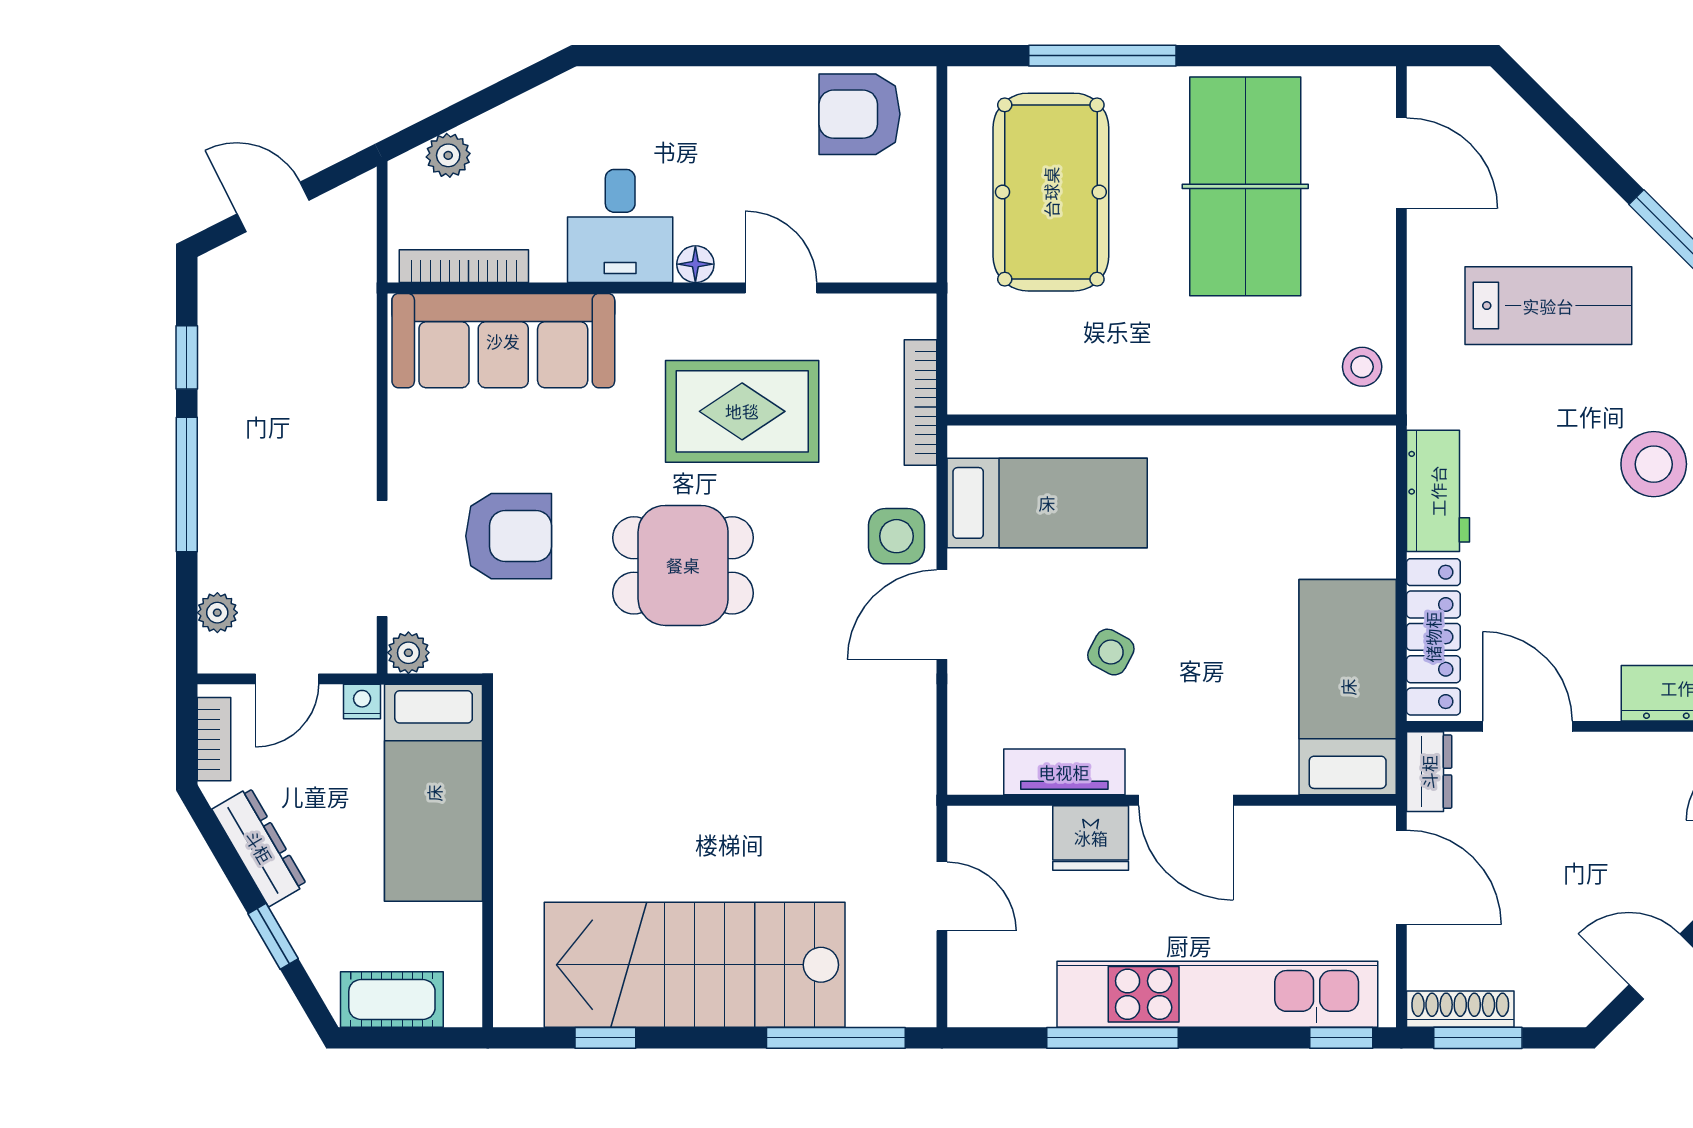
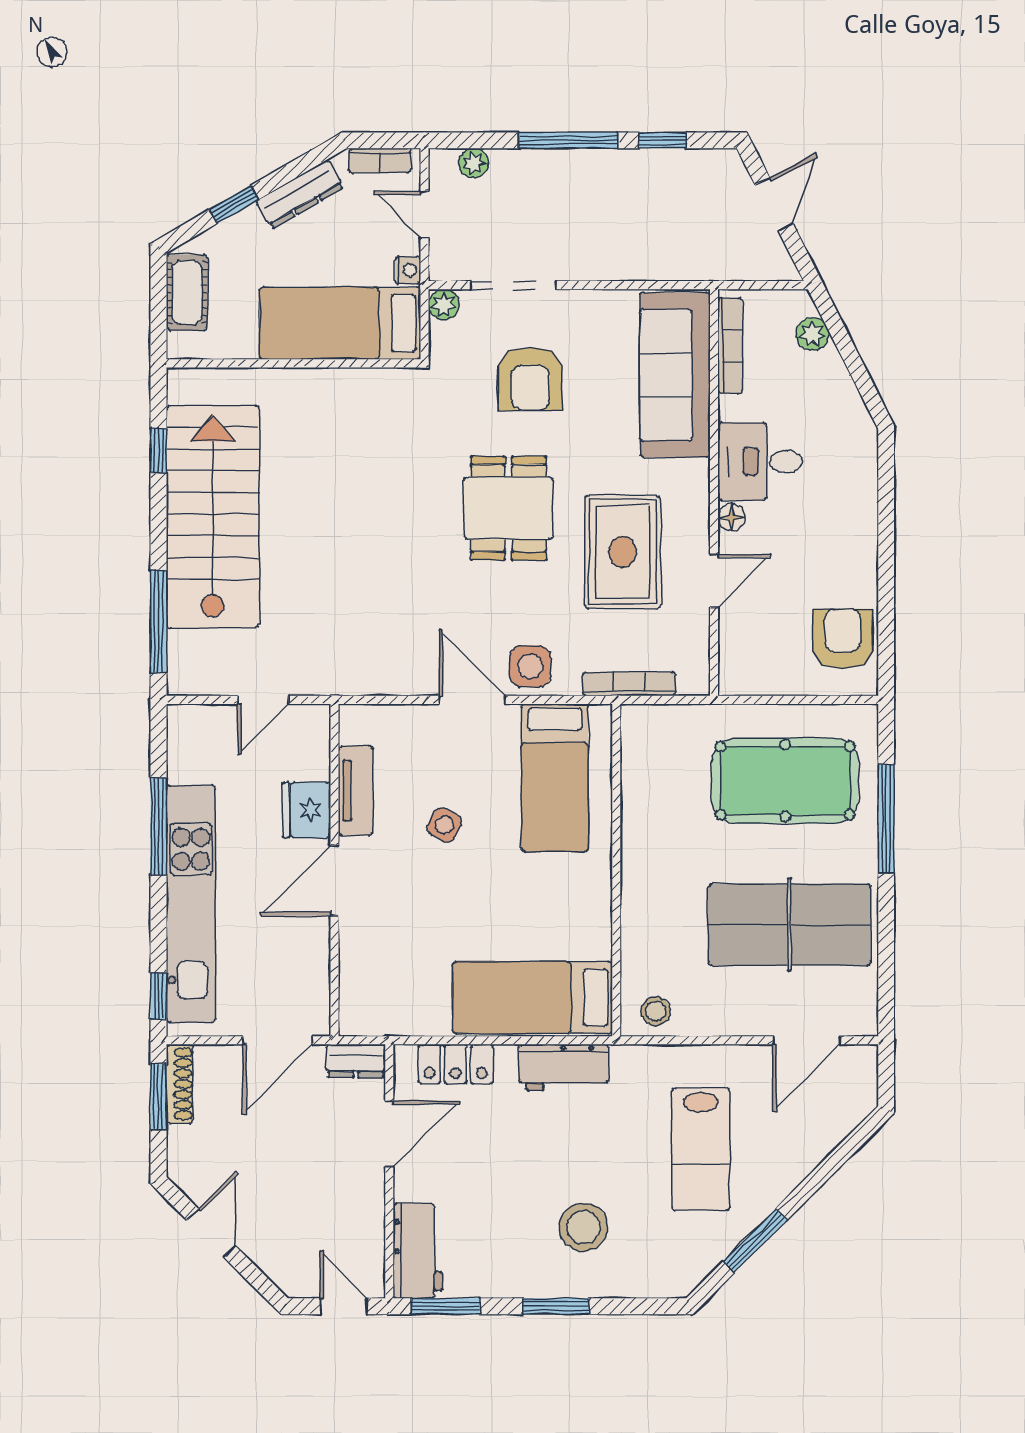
locker: (1433, 637) -> (456, 1064), width x0.66
bed: (1348, 687) -> (532, 998), moved, turned 180

